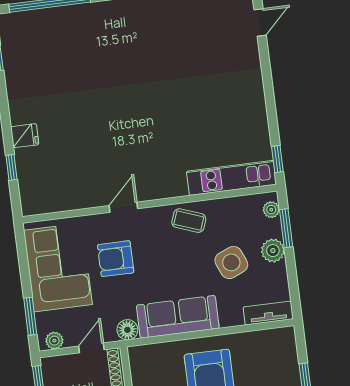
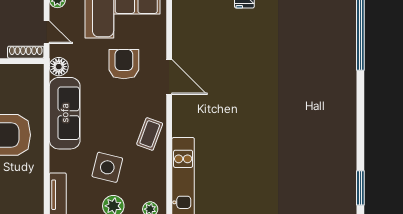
door: (123, 207) -> (169, 77), width x1.38
side table: (231, 262) -> (107, 167), turned 37

